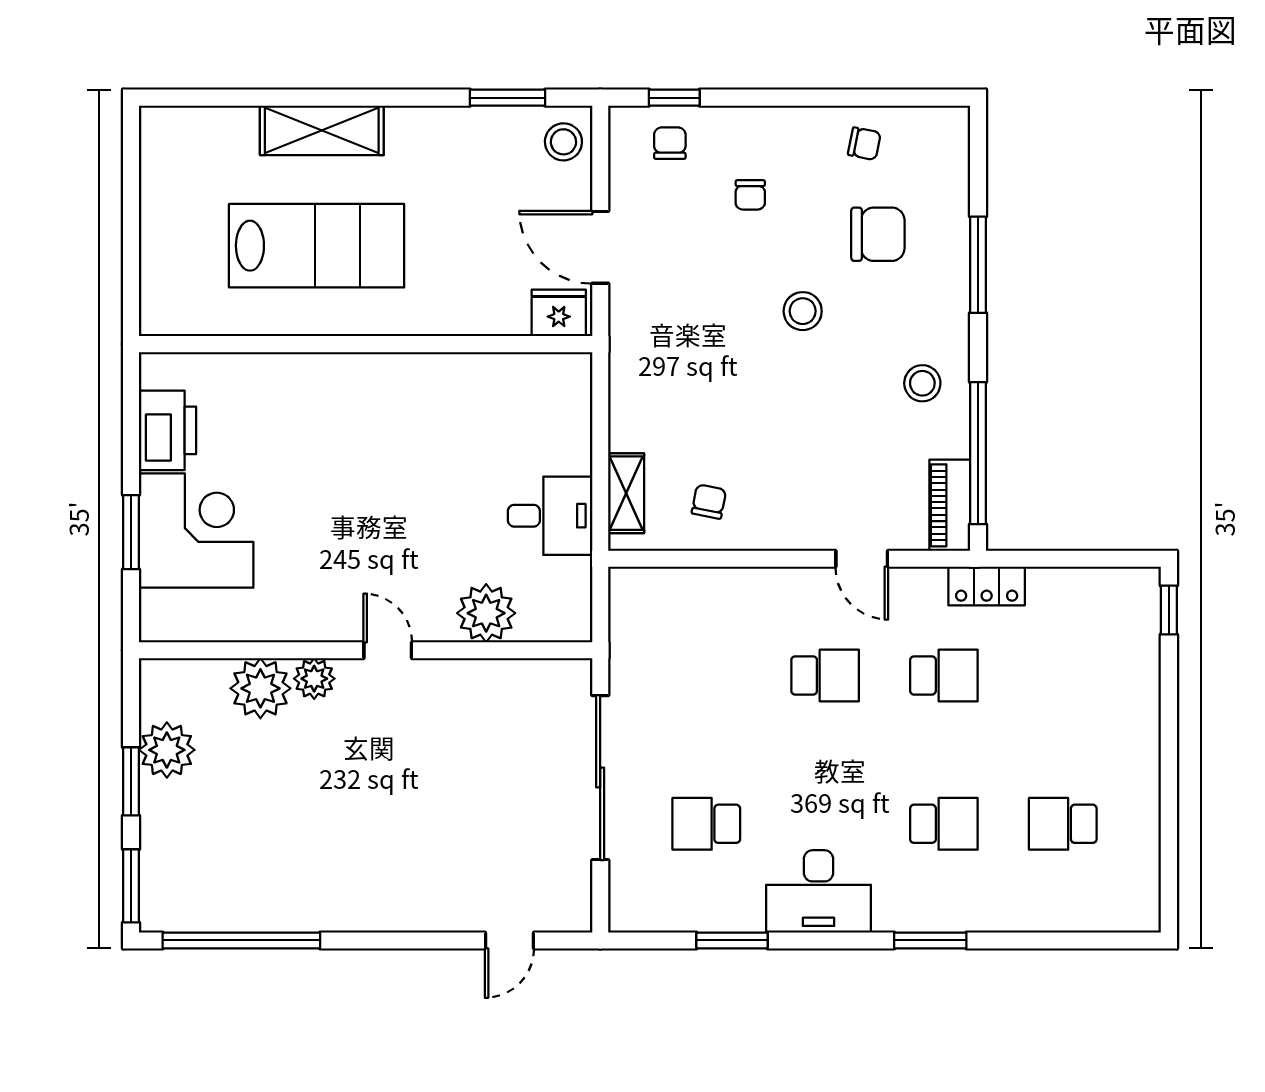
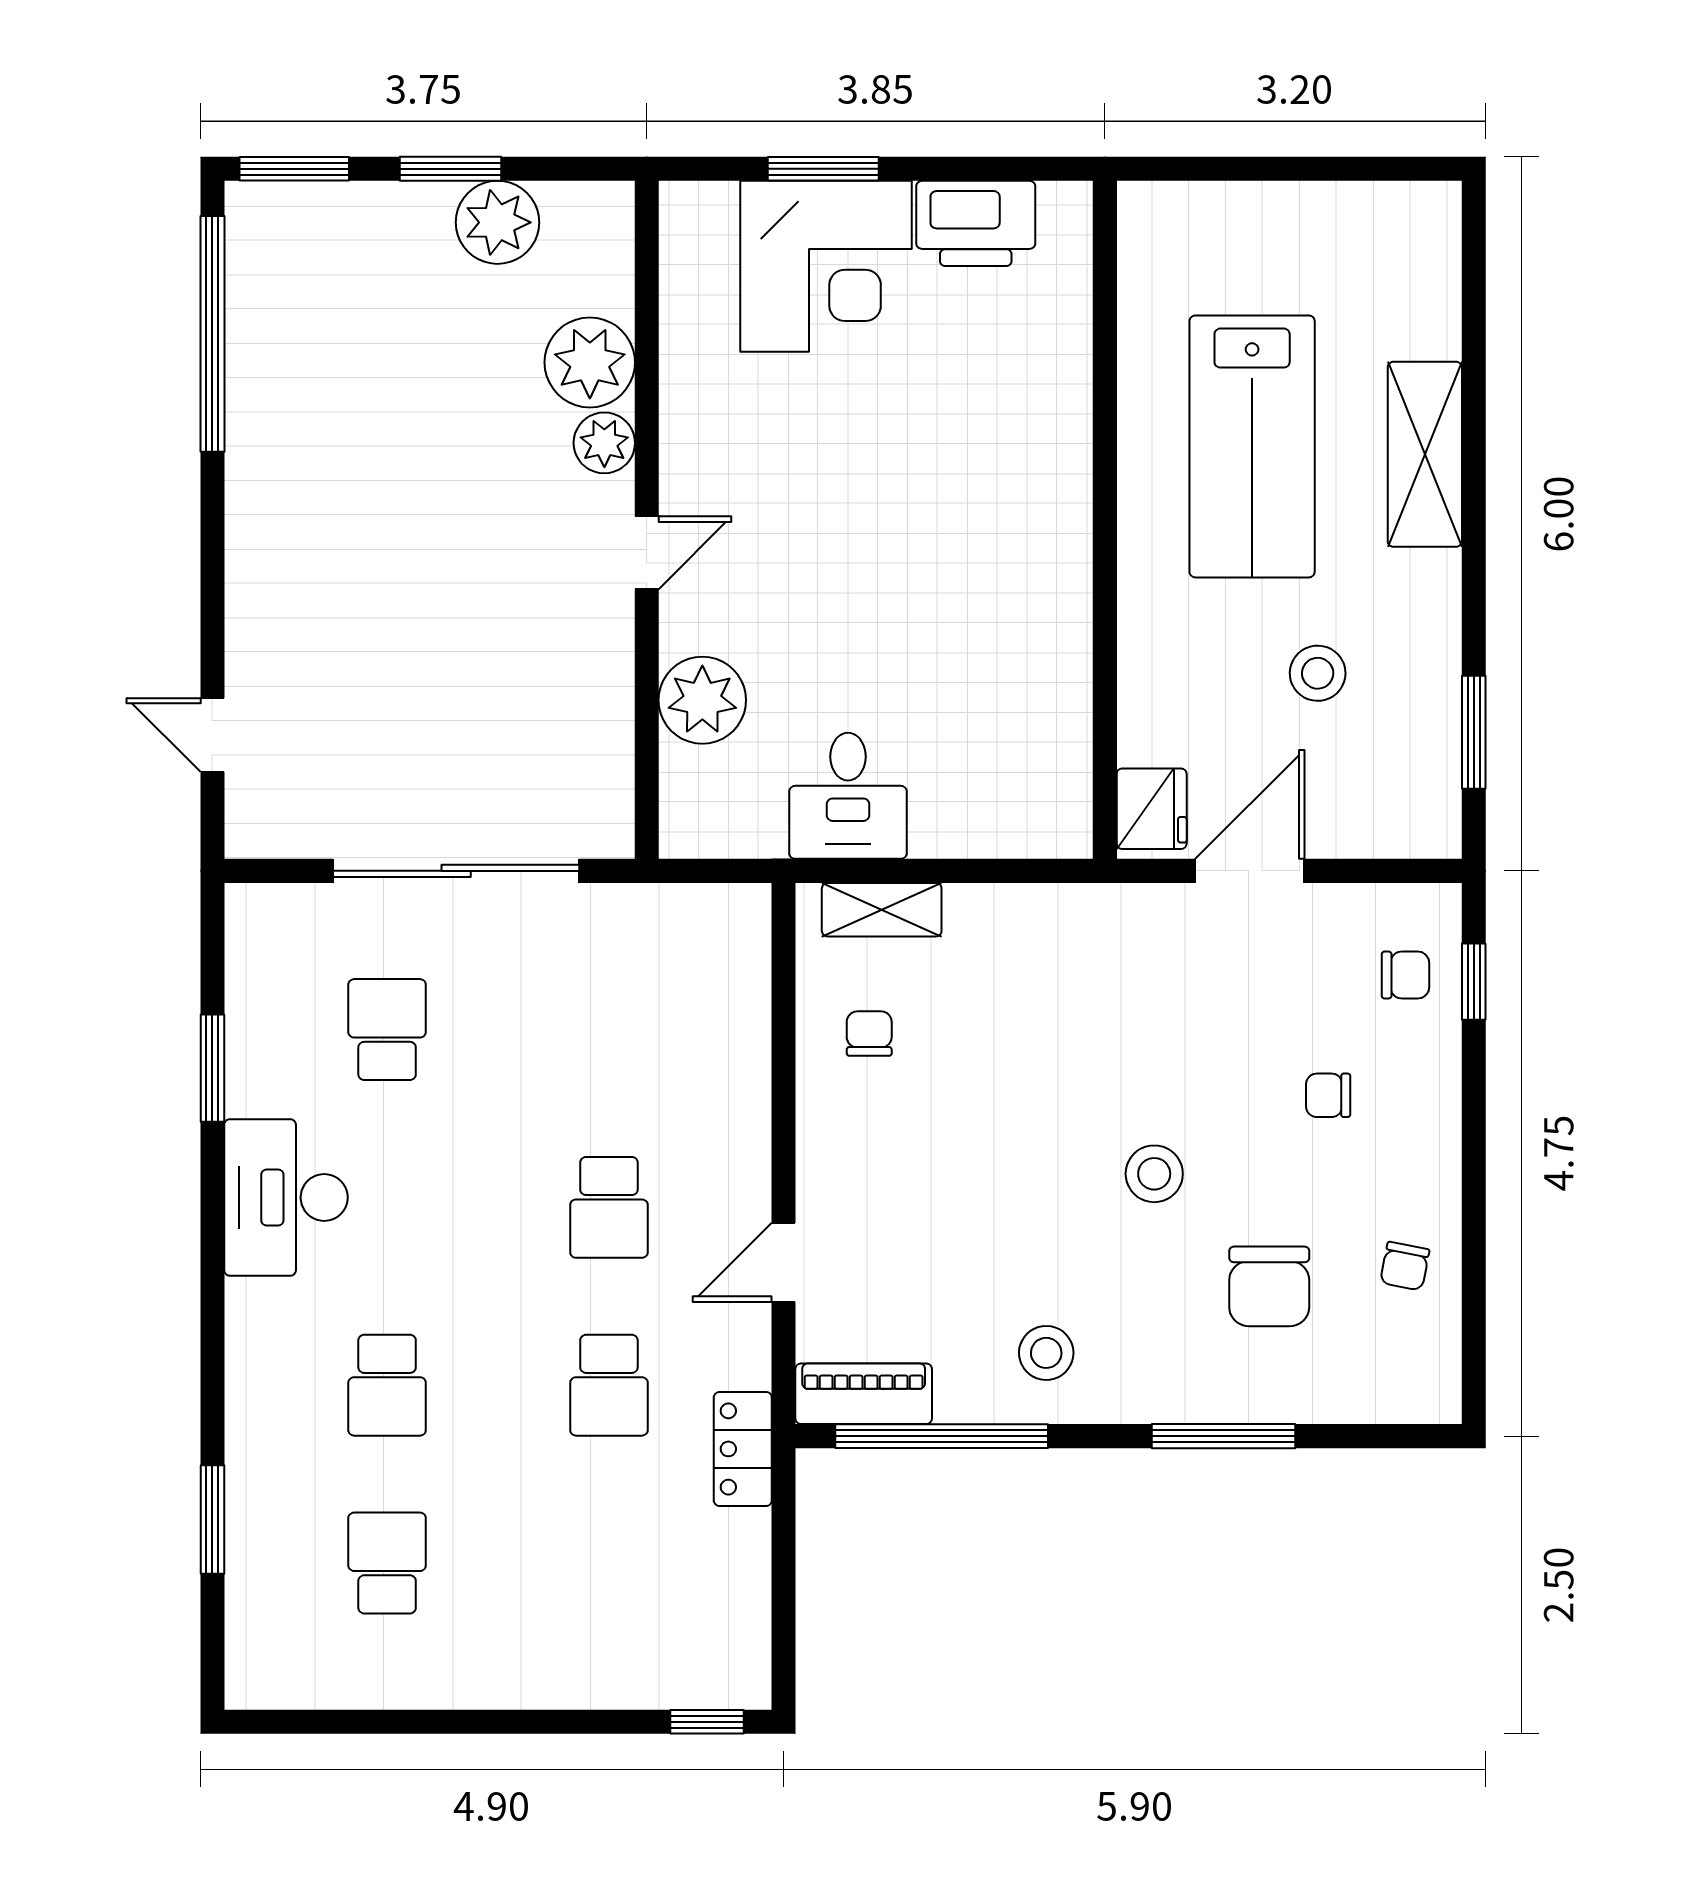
stool: (563, 142) -> (1318, 673), moved
chair: (709, 502) -> (869, 1034), turned -101
window: (930, 940) -> (212, 1520), moved

